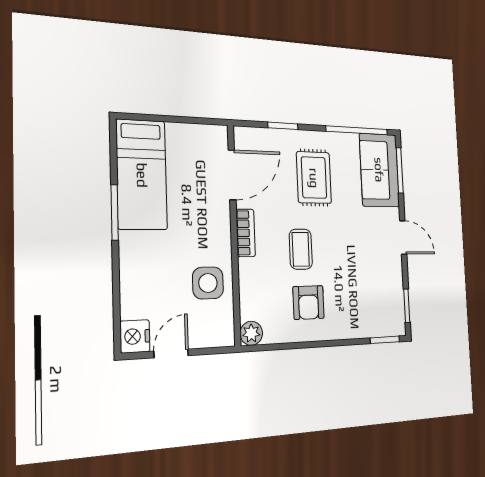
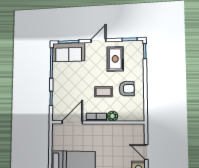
door: (232, 175) -> (72, 122), hinge flipped
rug: (314, 178) -> (115, 59), moved, turned 90
side table: (208, 283) -> (117, 135), removed
plant: (251, 333) -> (112, 116), moved

